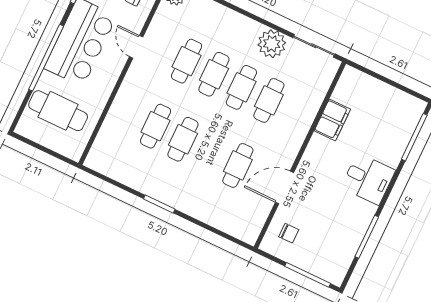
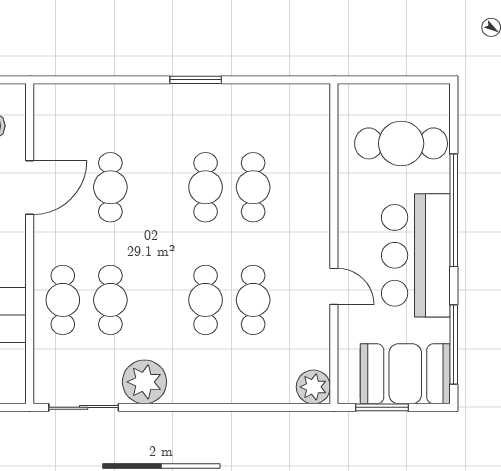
cafe table: (241, 87) -> (63, 300), moved

